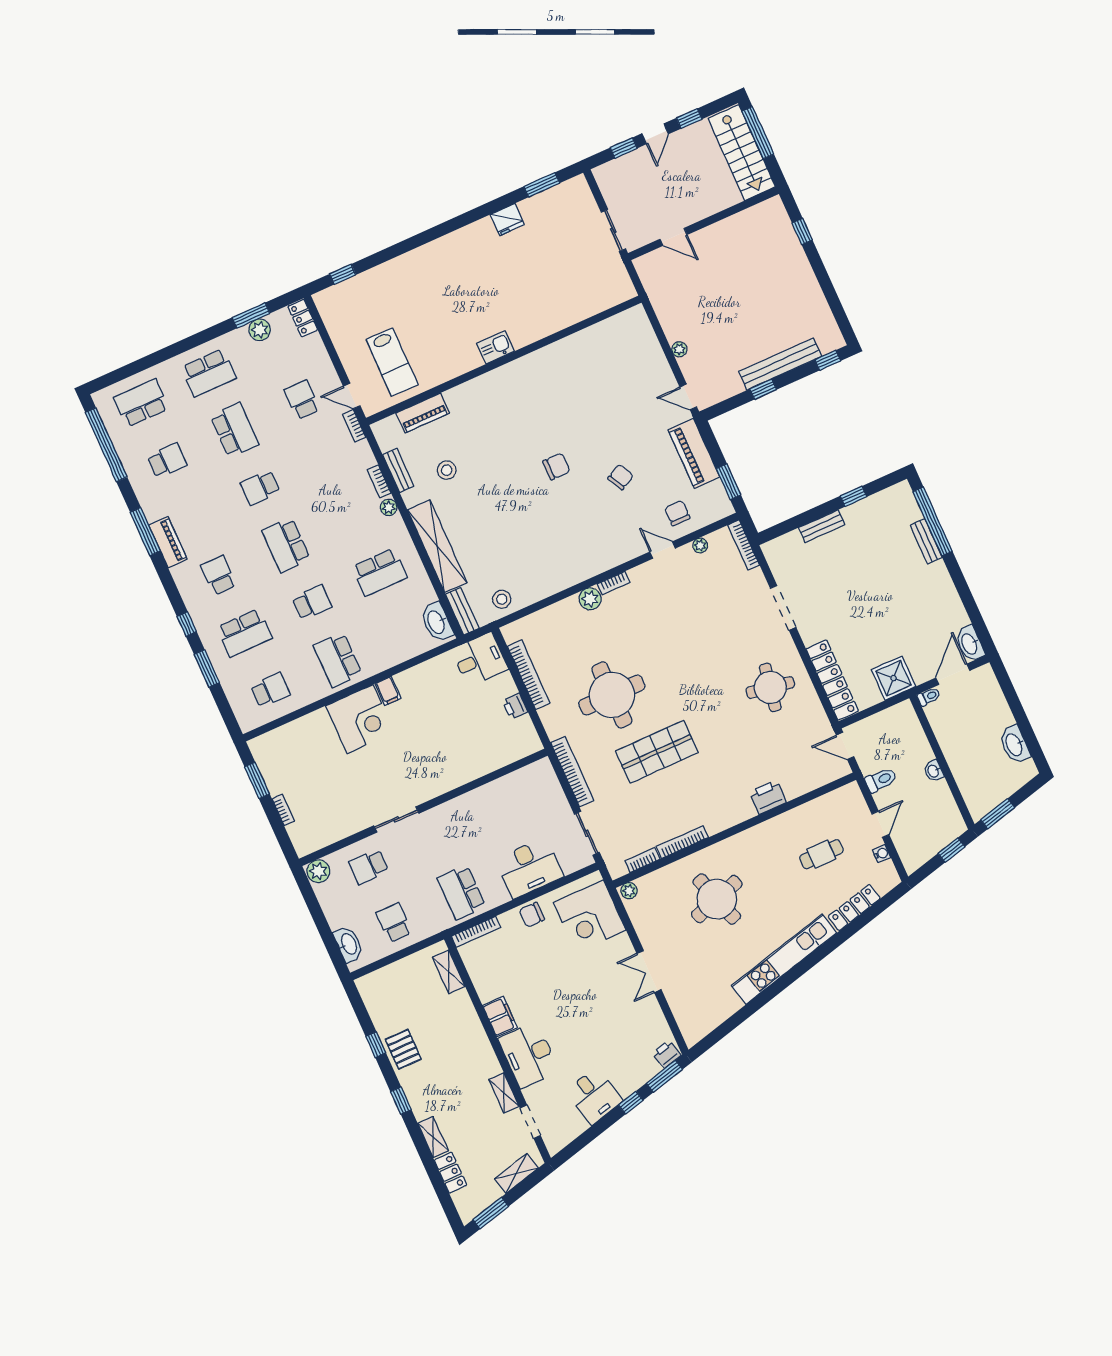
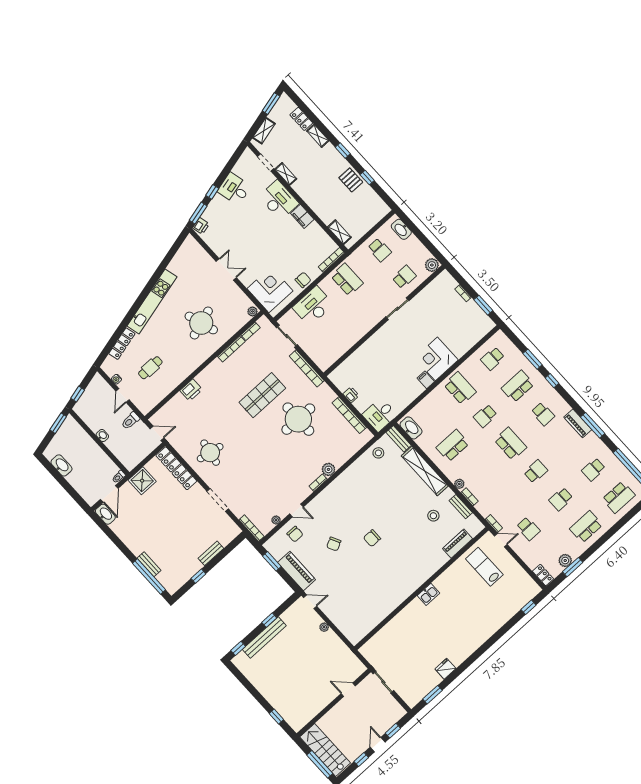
school desk: (234, 430) -> (561, 499), width x0.54

